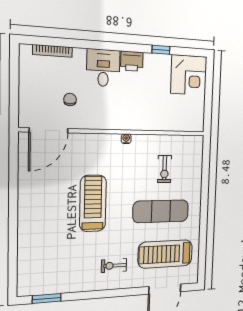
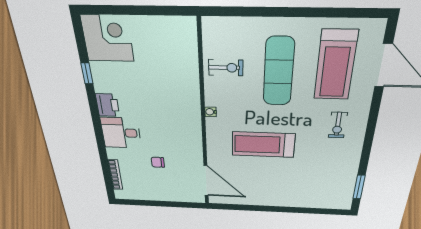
door: (49, 130) -> (206, 181), moved
wall: (116, 132) -> (203, 122), moved
water cooler: (126, 139) -> (211, 112), moved

